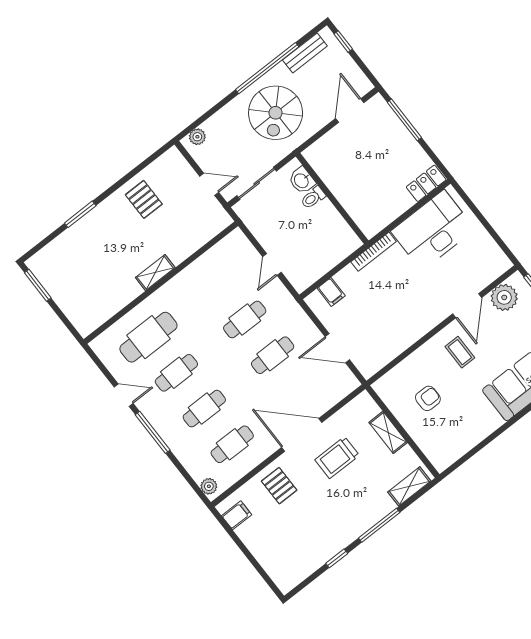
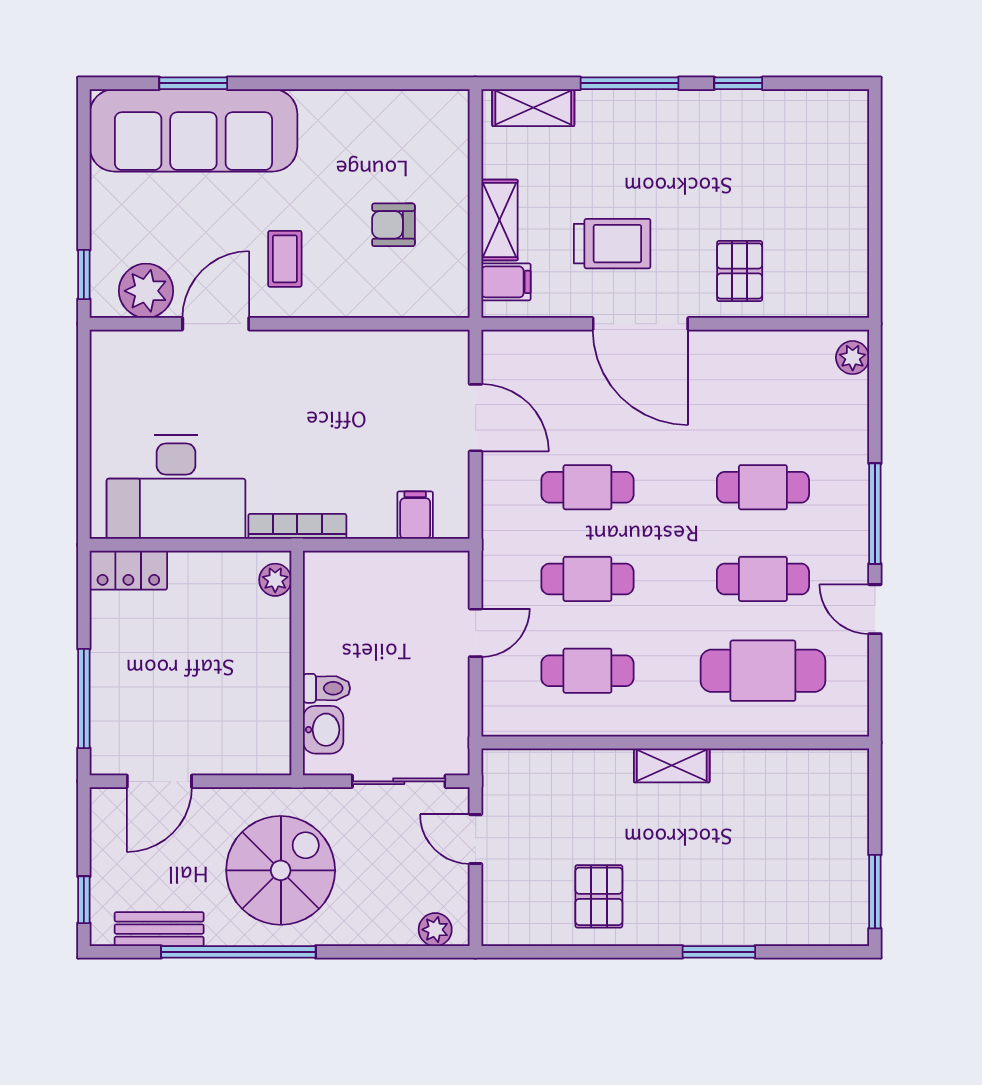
plant: (366, 224) -> (275, 580), added
cafe table: (232, 444) -> (587, 671), moved
filing cabinet: (237, 515) -> (506, 282), moved, turned 180

